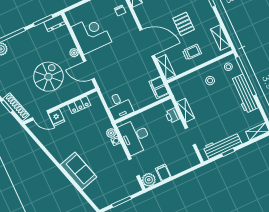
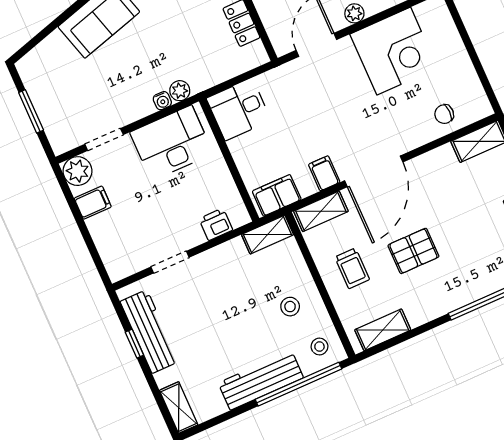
filing cabinet: (148, 66) -> (324, 173), added
shelving: (186, 110) -> (267, 235), moved

